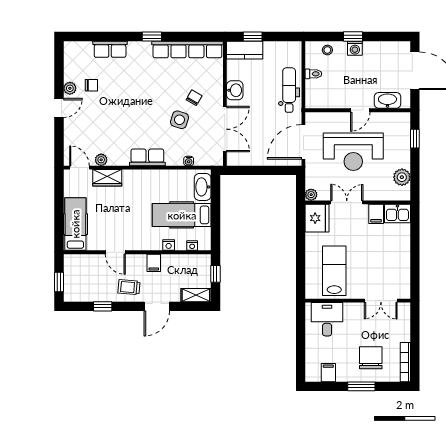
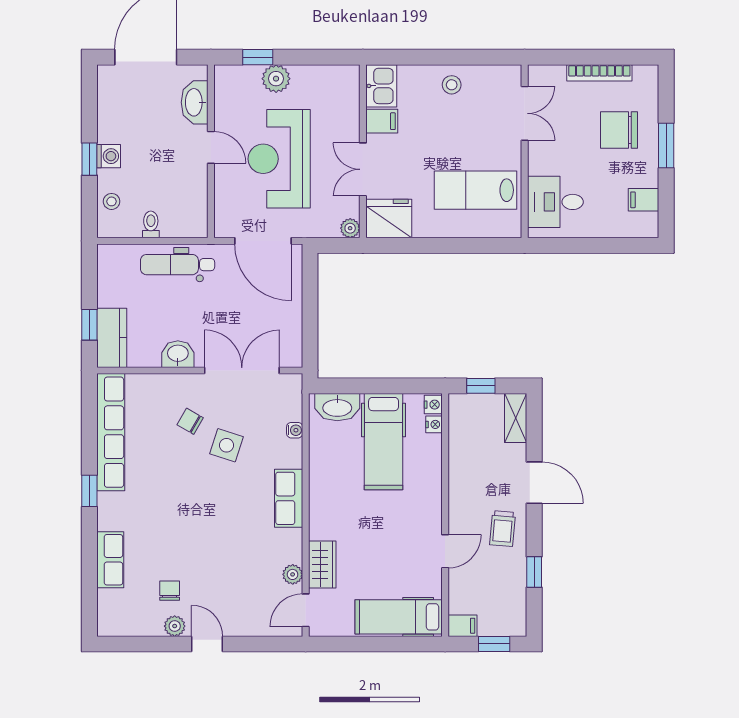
reception desk: (353, 152) -> (279, 159), turned 180
plant: (402, 177) -> (276, 79), moved
nightstand: (169, 245) -> (433, 405), moved
stool: (398, 256) -> (452, 85), added
filing cabinet: (154, 263) -> (462, 626), moved
bookcase: (405, 362) -> (599, 73), moved

